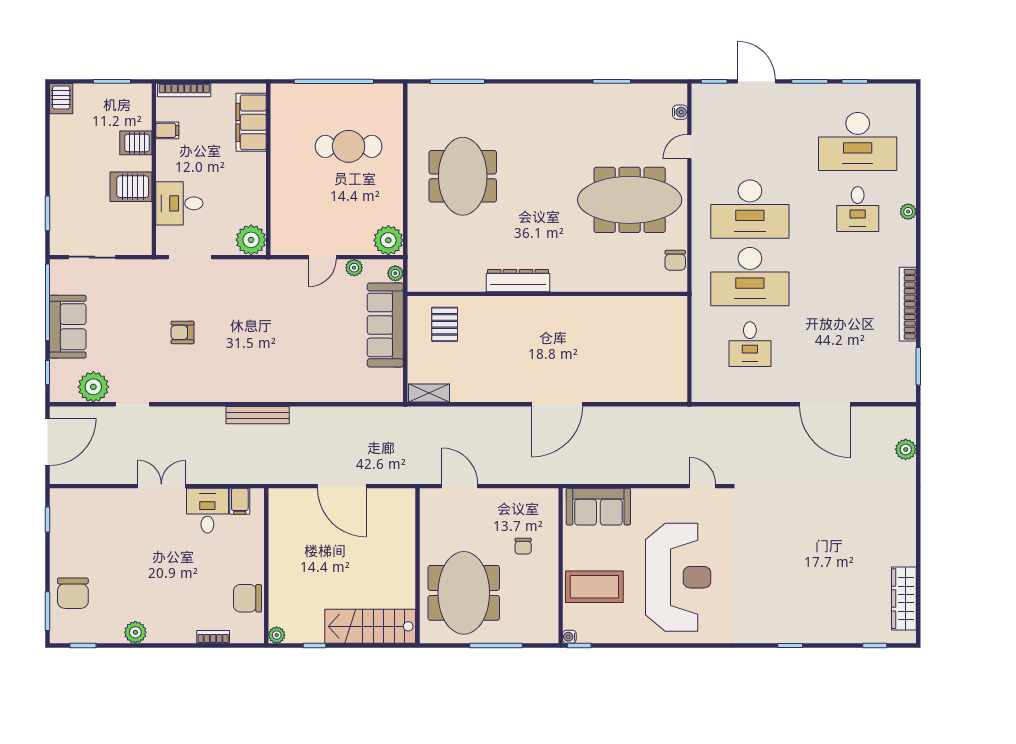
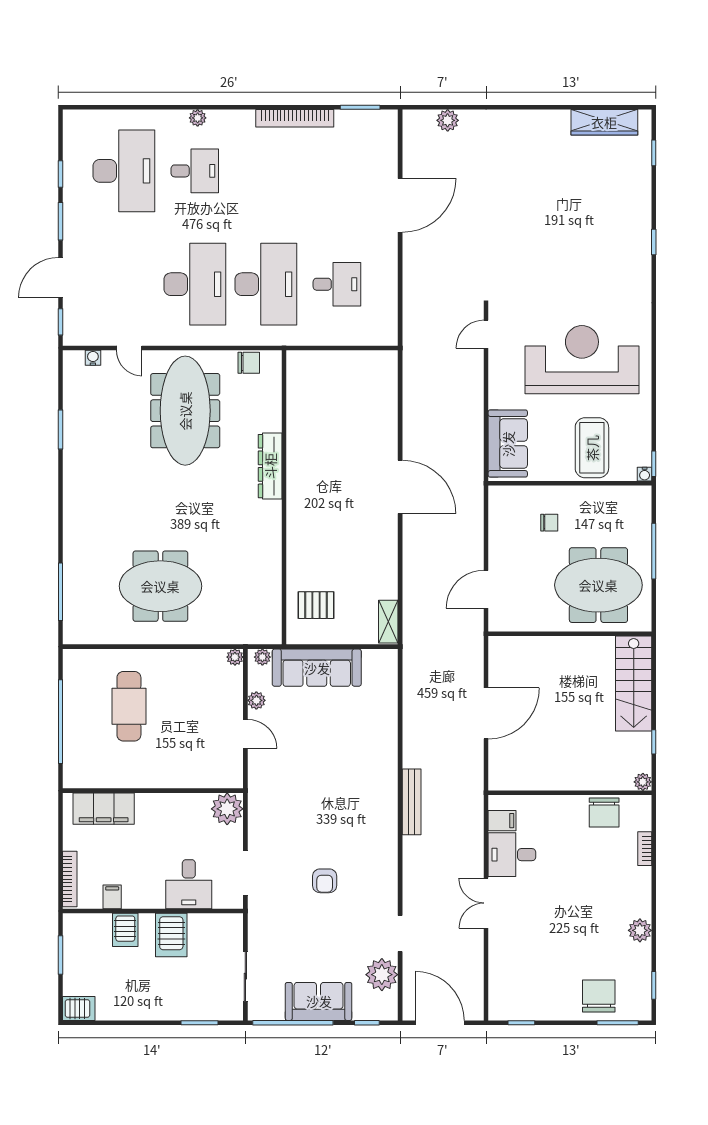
plant: (388, 240) -> (235, 657), width x0.53, depth x0.53
dresser: (518, 281) -> (270, 466), moved
chair: (73, 593) -> (599, 996), turned -90

